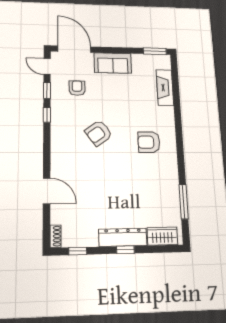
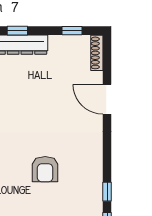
armchair: (99, 133) -> (45, 169), turned 126
shoe rack: (55, 236) -> (97, 53), width x1.43

